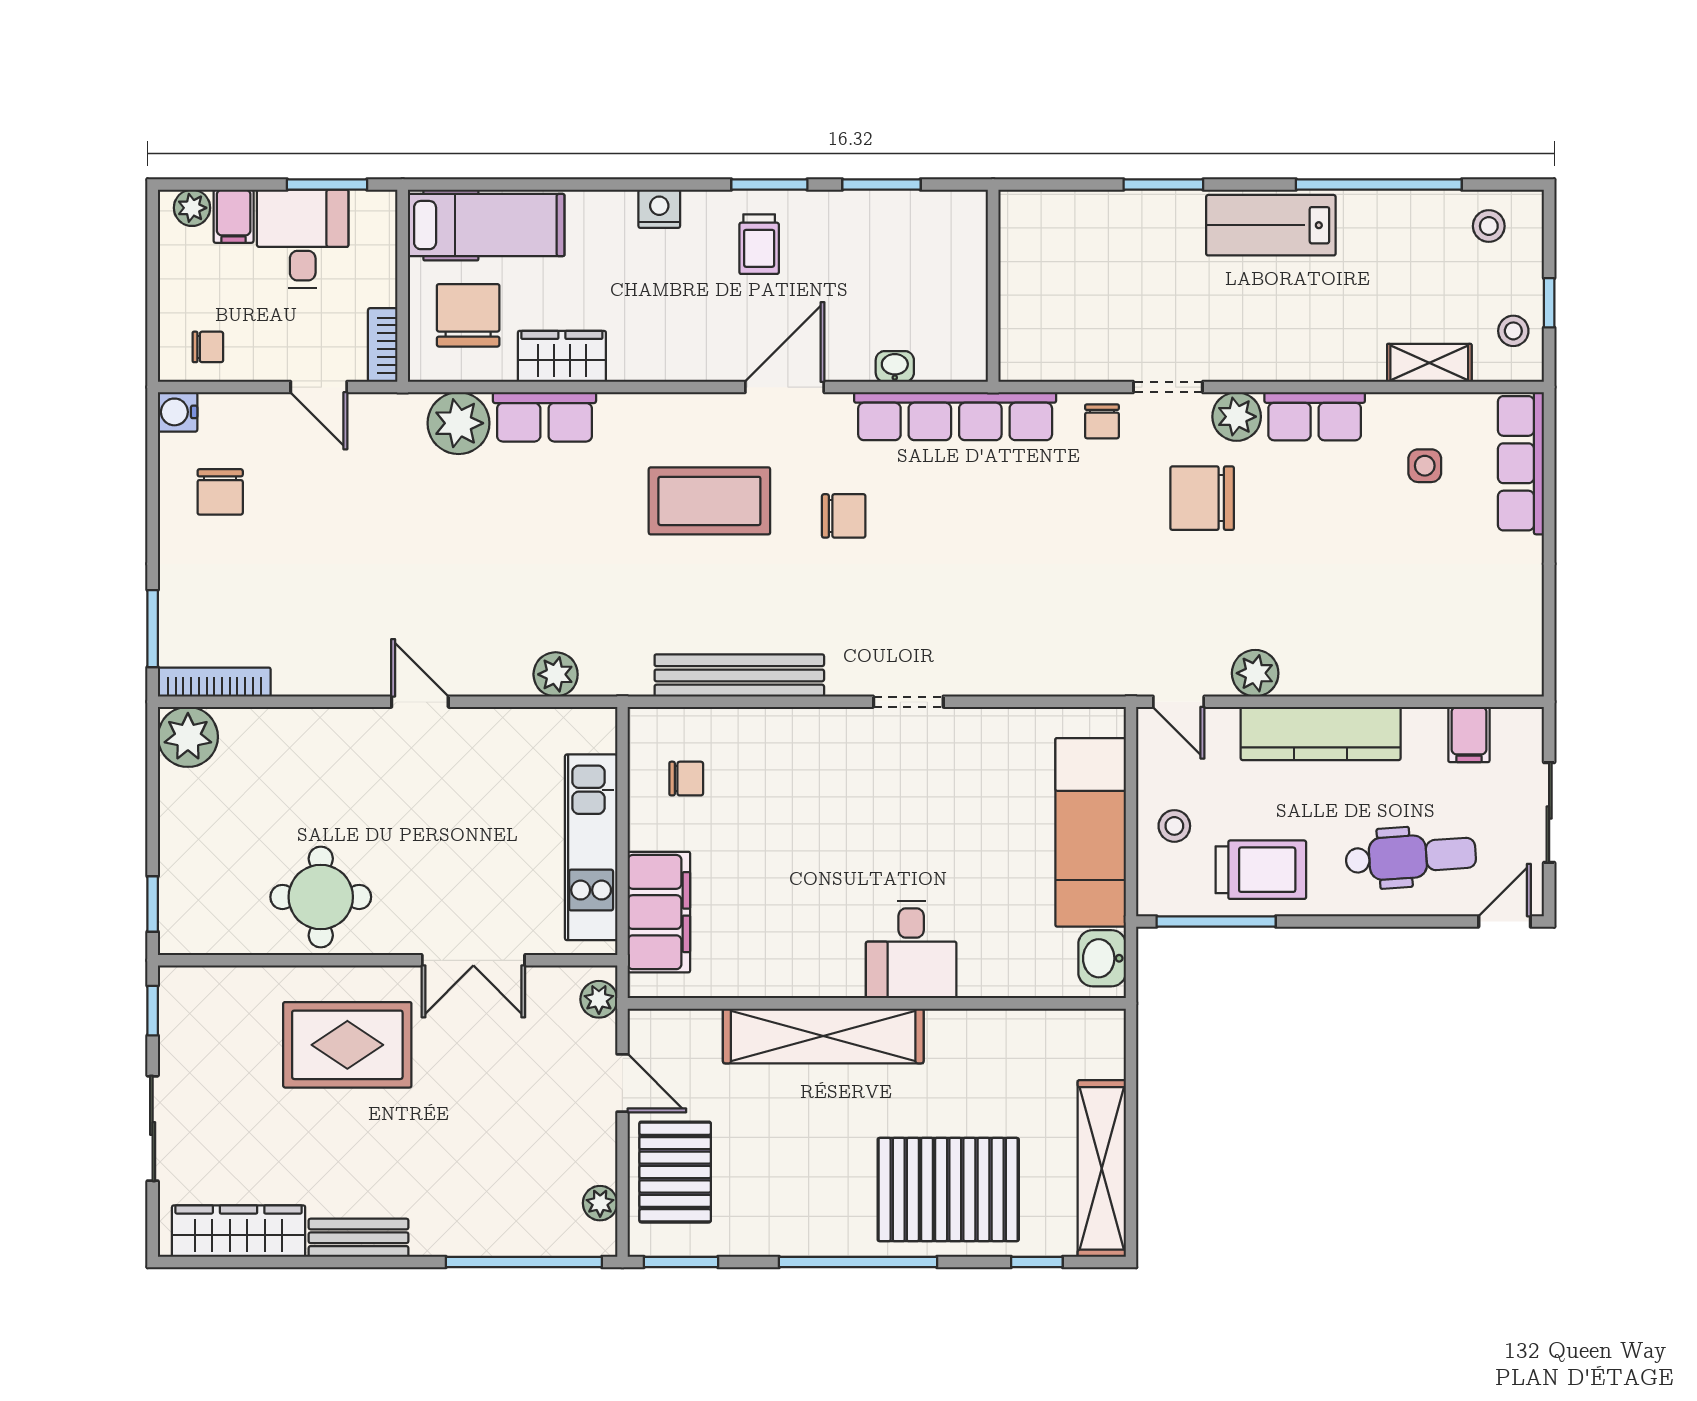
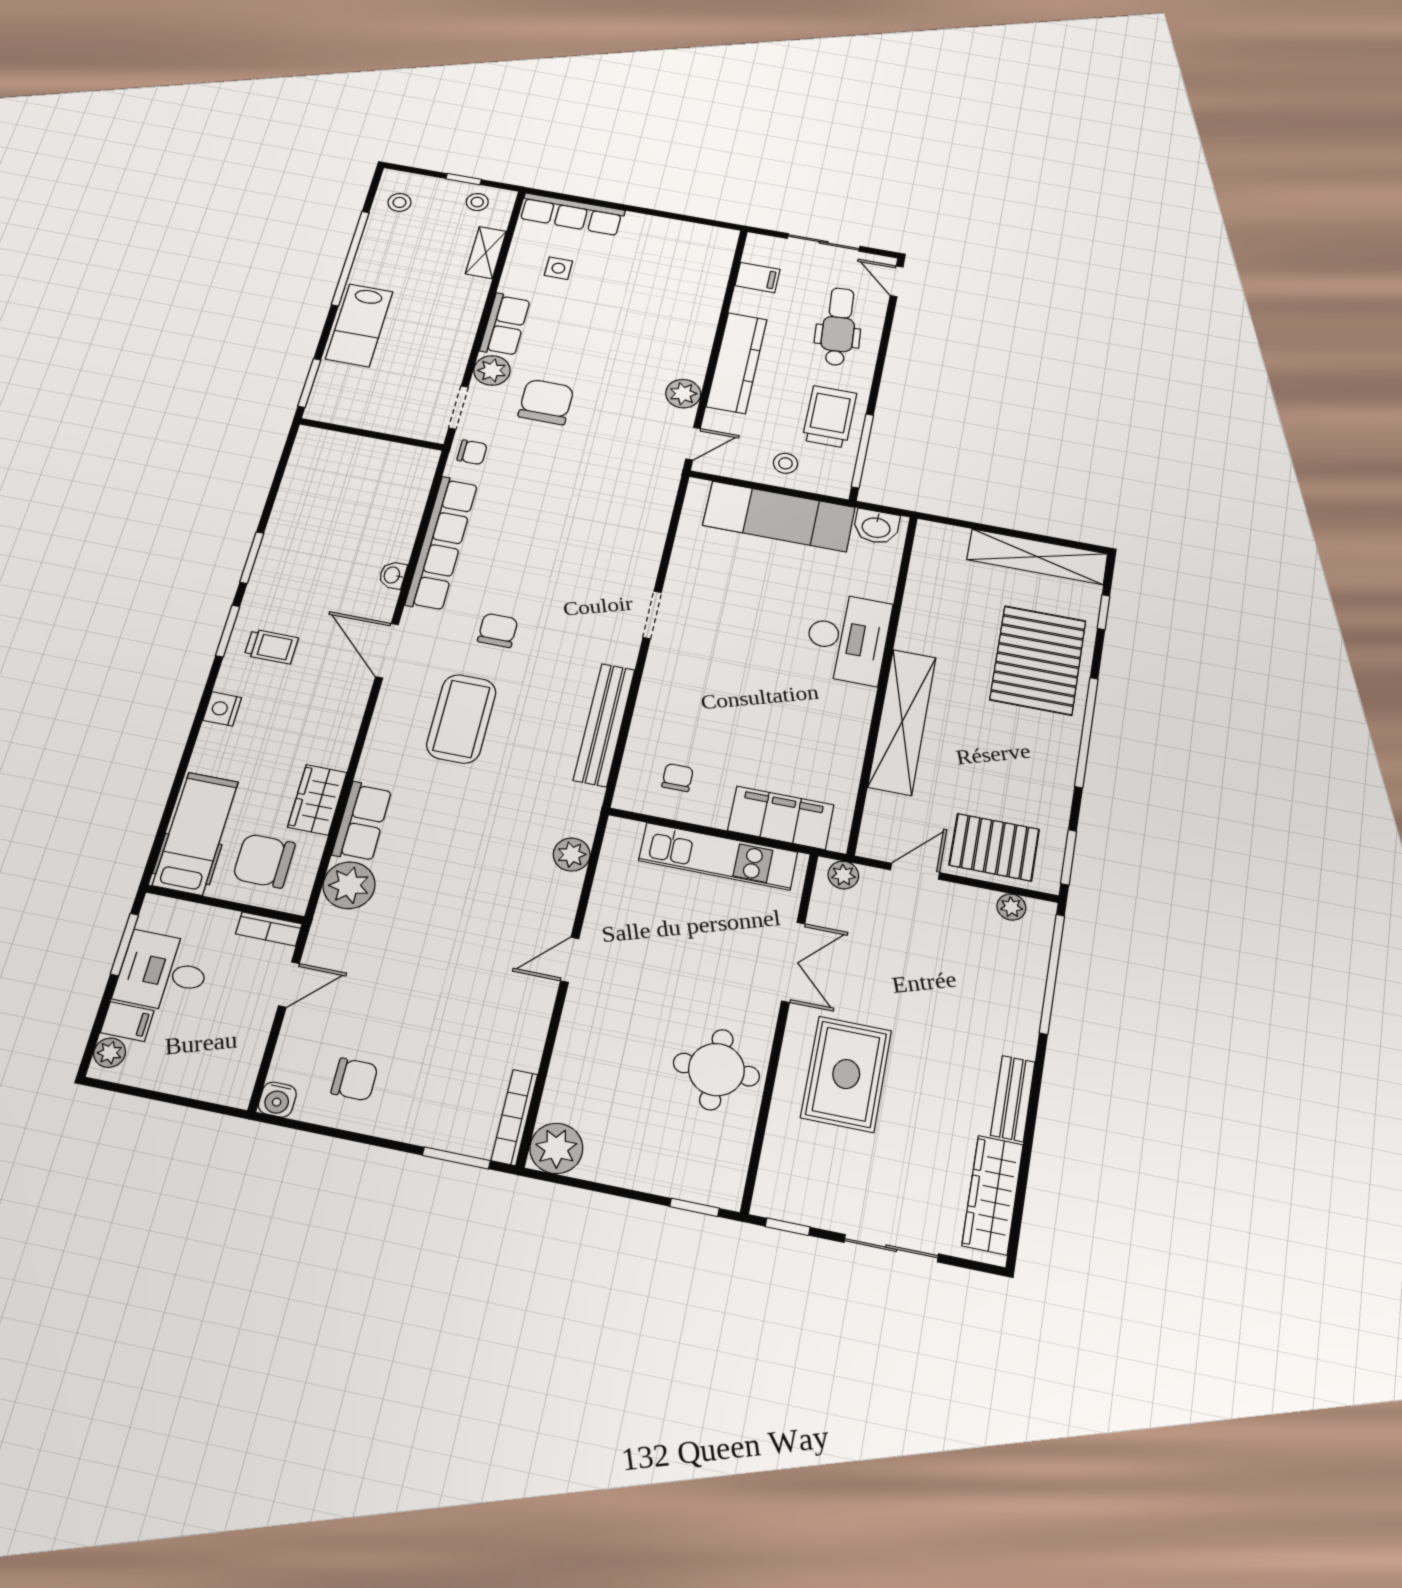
wall: (993, 286) -> (372, 434), moved
chair: (208, 347) -> (230, 1064), removed
chair: (1202, 498) -> (546, 402), turned 180
desk: (911, 949) -> (847, 638), width x1.37

